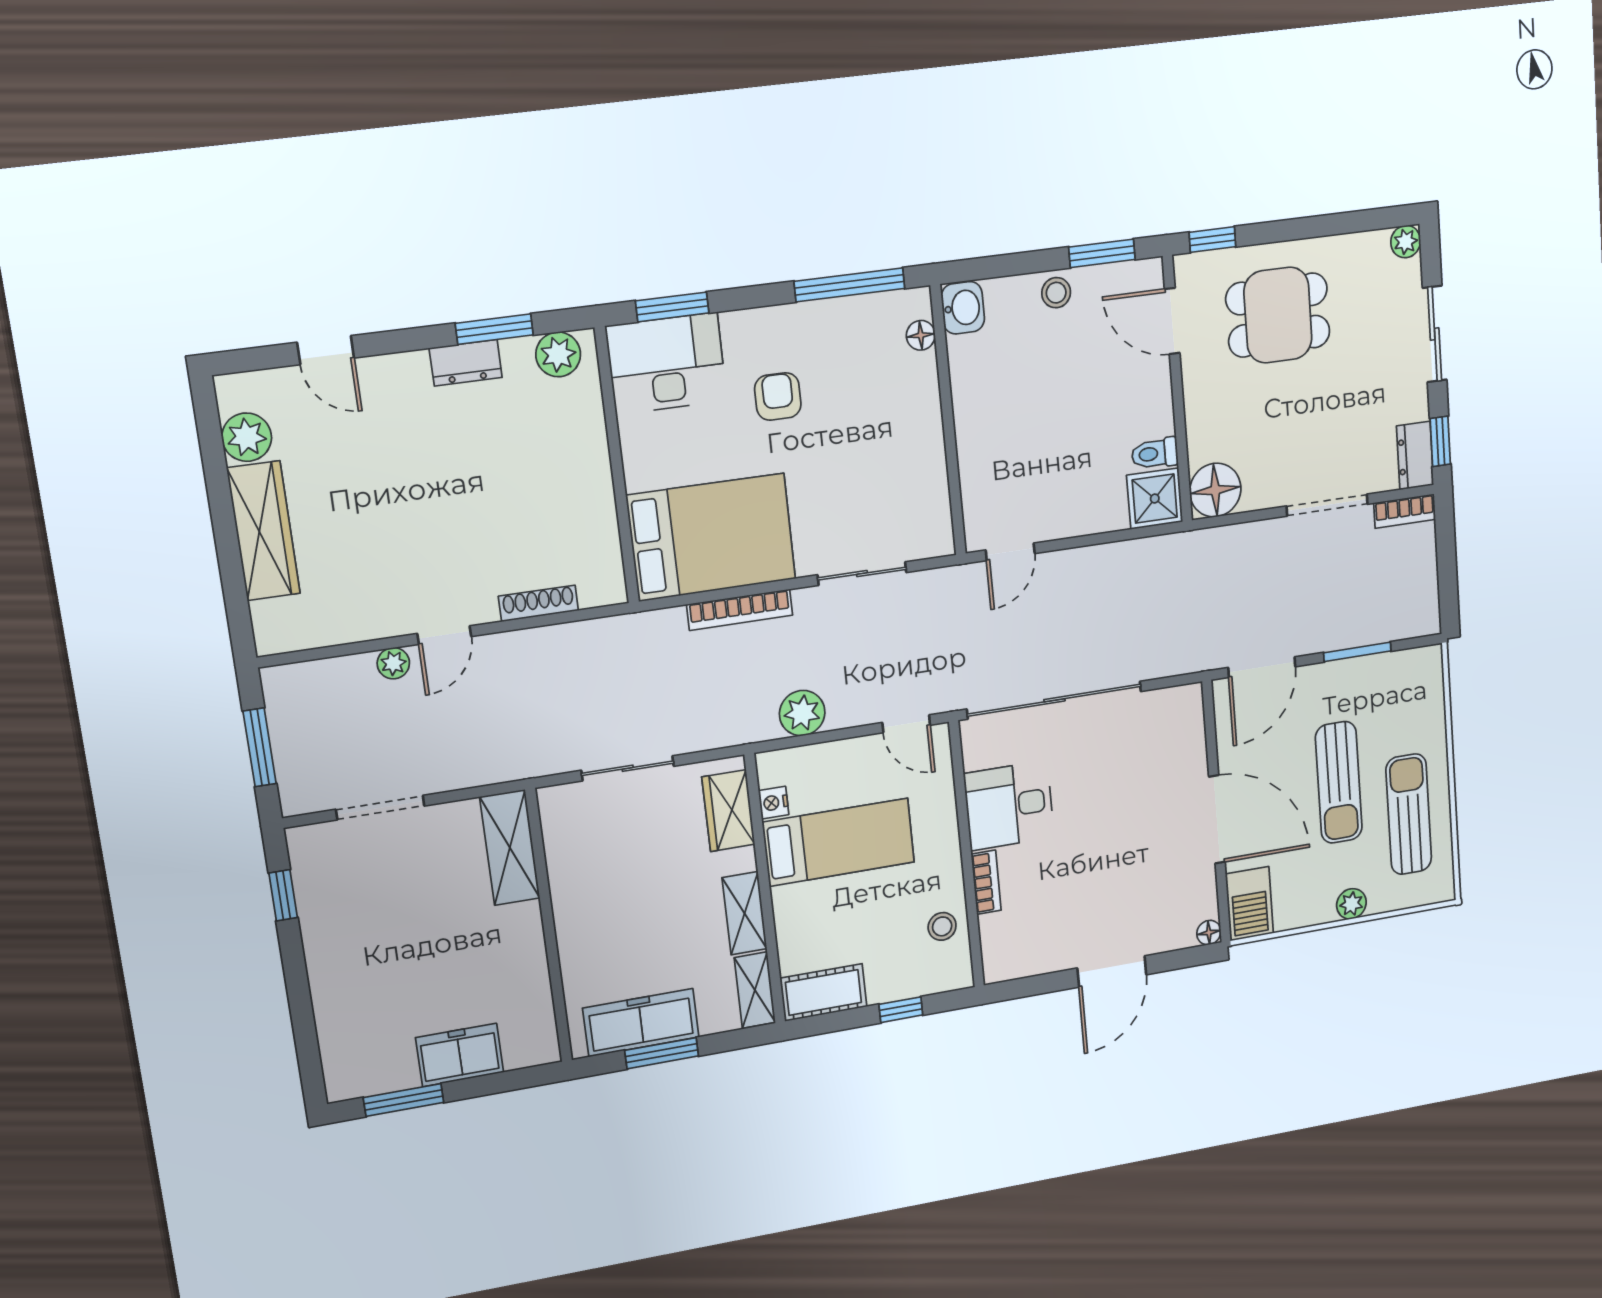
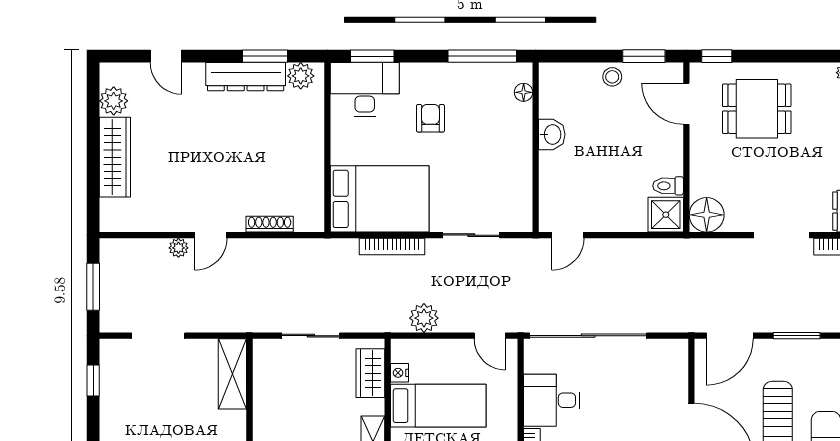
washbasin: (963, 308) -> (552, 135), moved
dresser: (466, 363) -> (246, 77), width x1.96, depth x1.24

